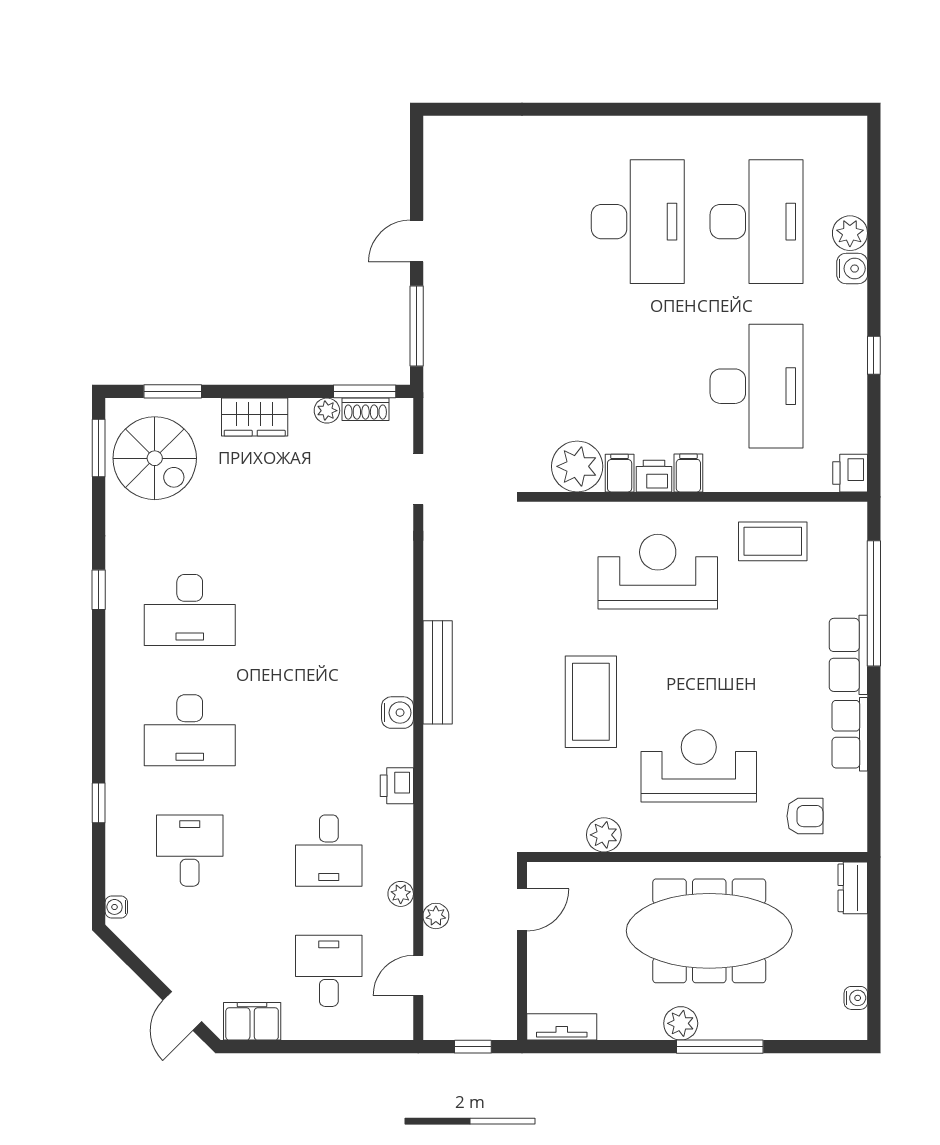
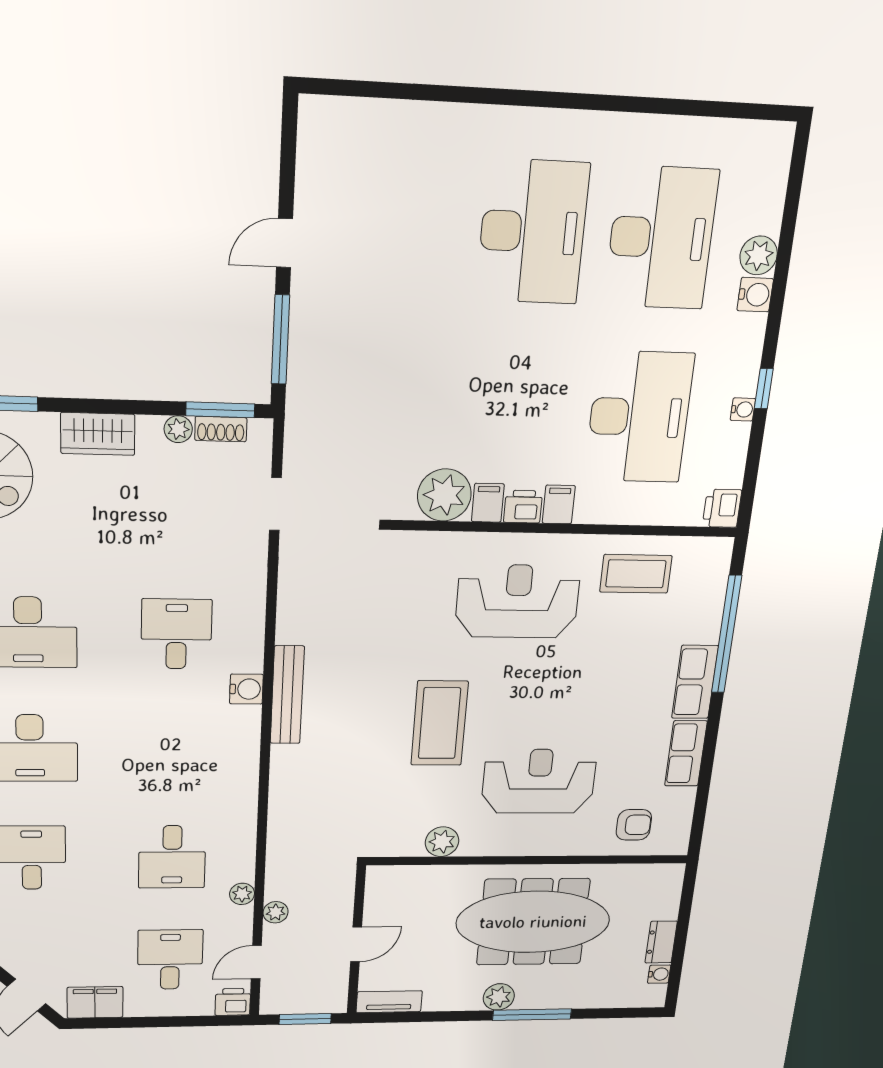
water cooler: (857, 376) -> (743, 409), added
desk: (329, 610) -> (176, 634), added
water cooler: (397, 713) -> (246, 689), moved
printer: (397, 786) -> (233, 1002), moved, turned 90
dresser: (853, 888) -> (661, 942), moved
door: (522, 910) -> (356, 944), moved
window: (473, 1047) -> (305, 1019), width x1.50

